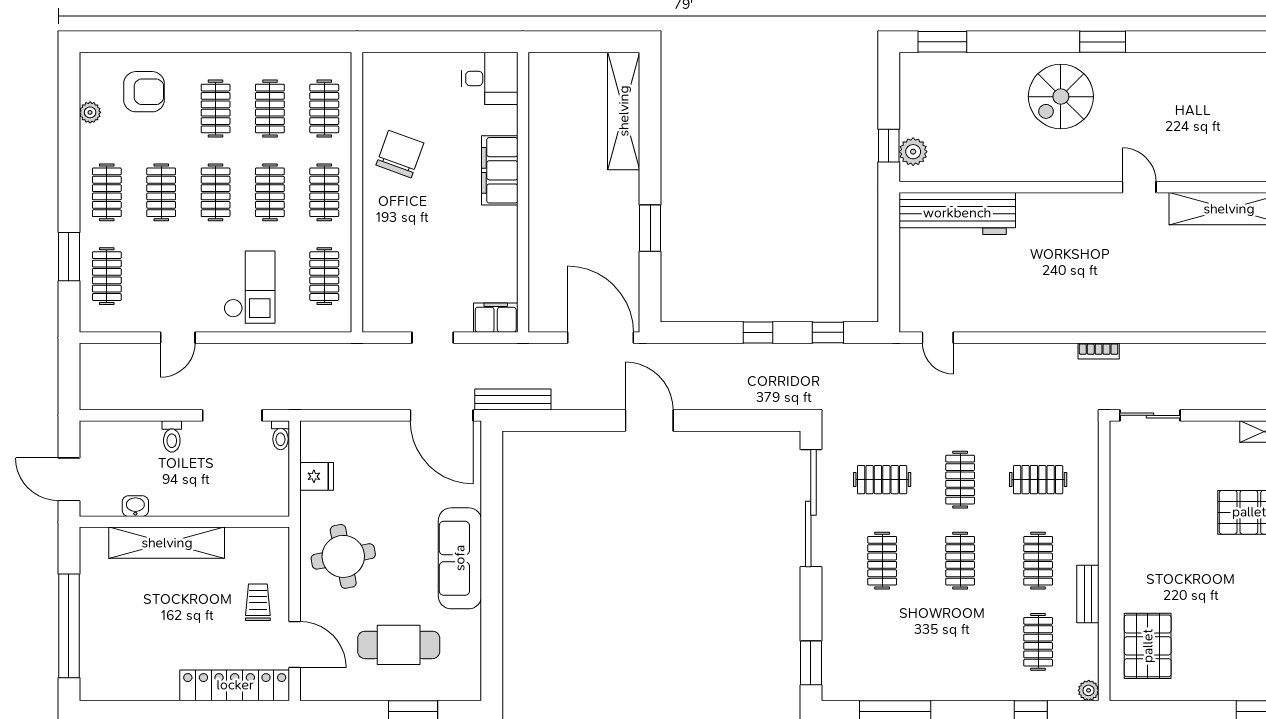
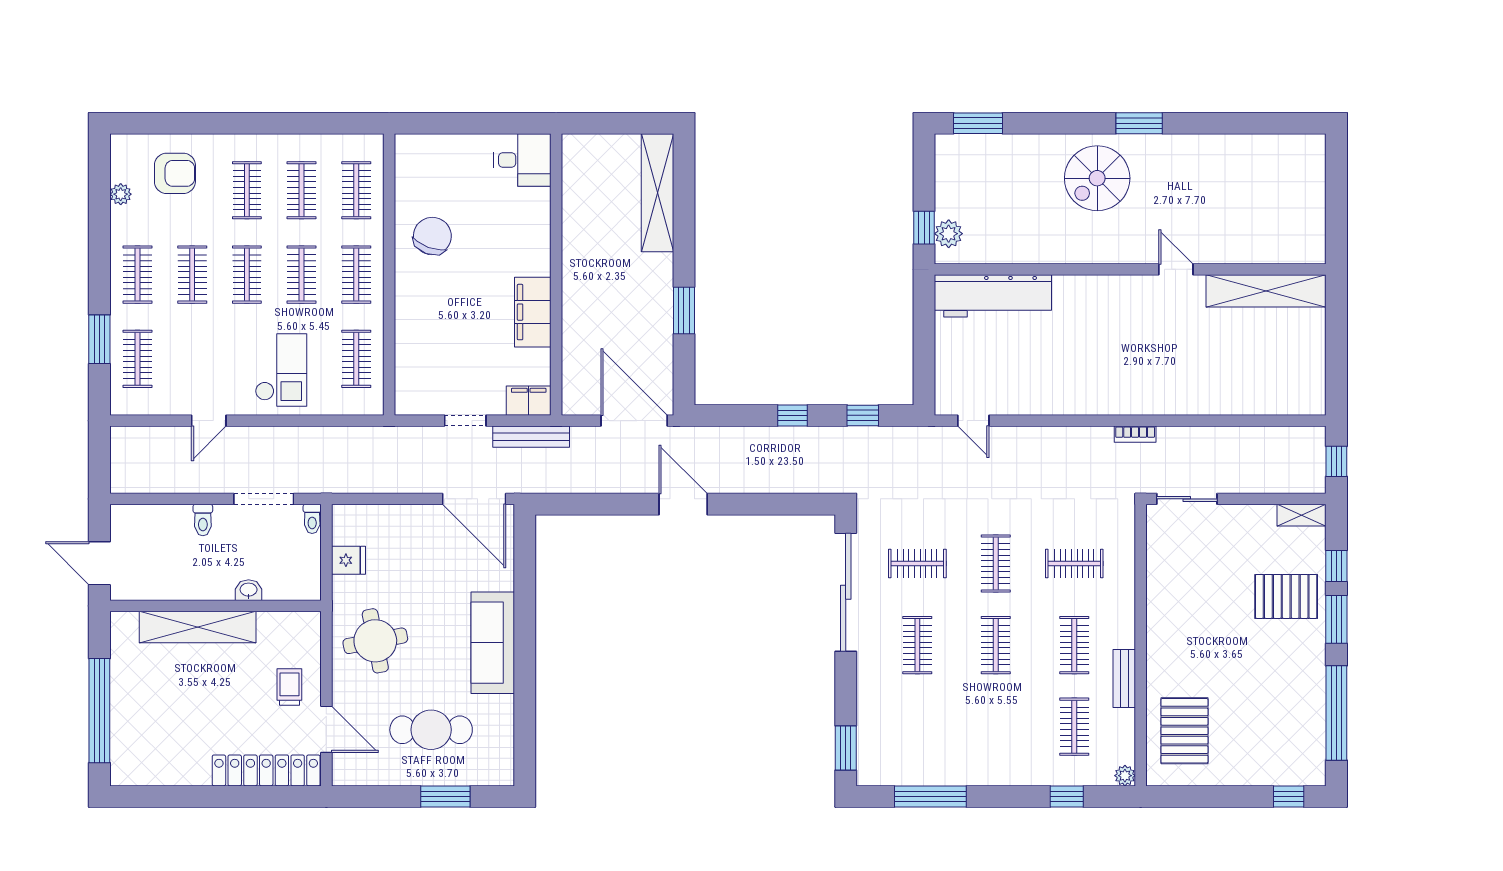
filing cabinet: (500, 170) -> (533, 312), moved
bench: (513, 400) -> (531, 437), moved
washbasin: (135, 506) -> (249, 590), moved

